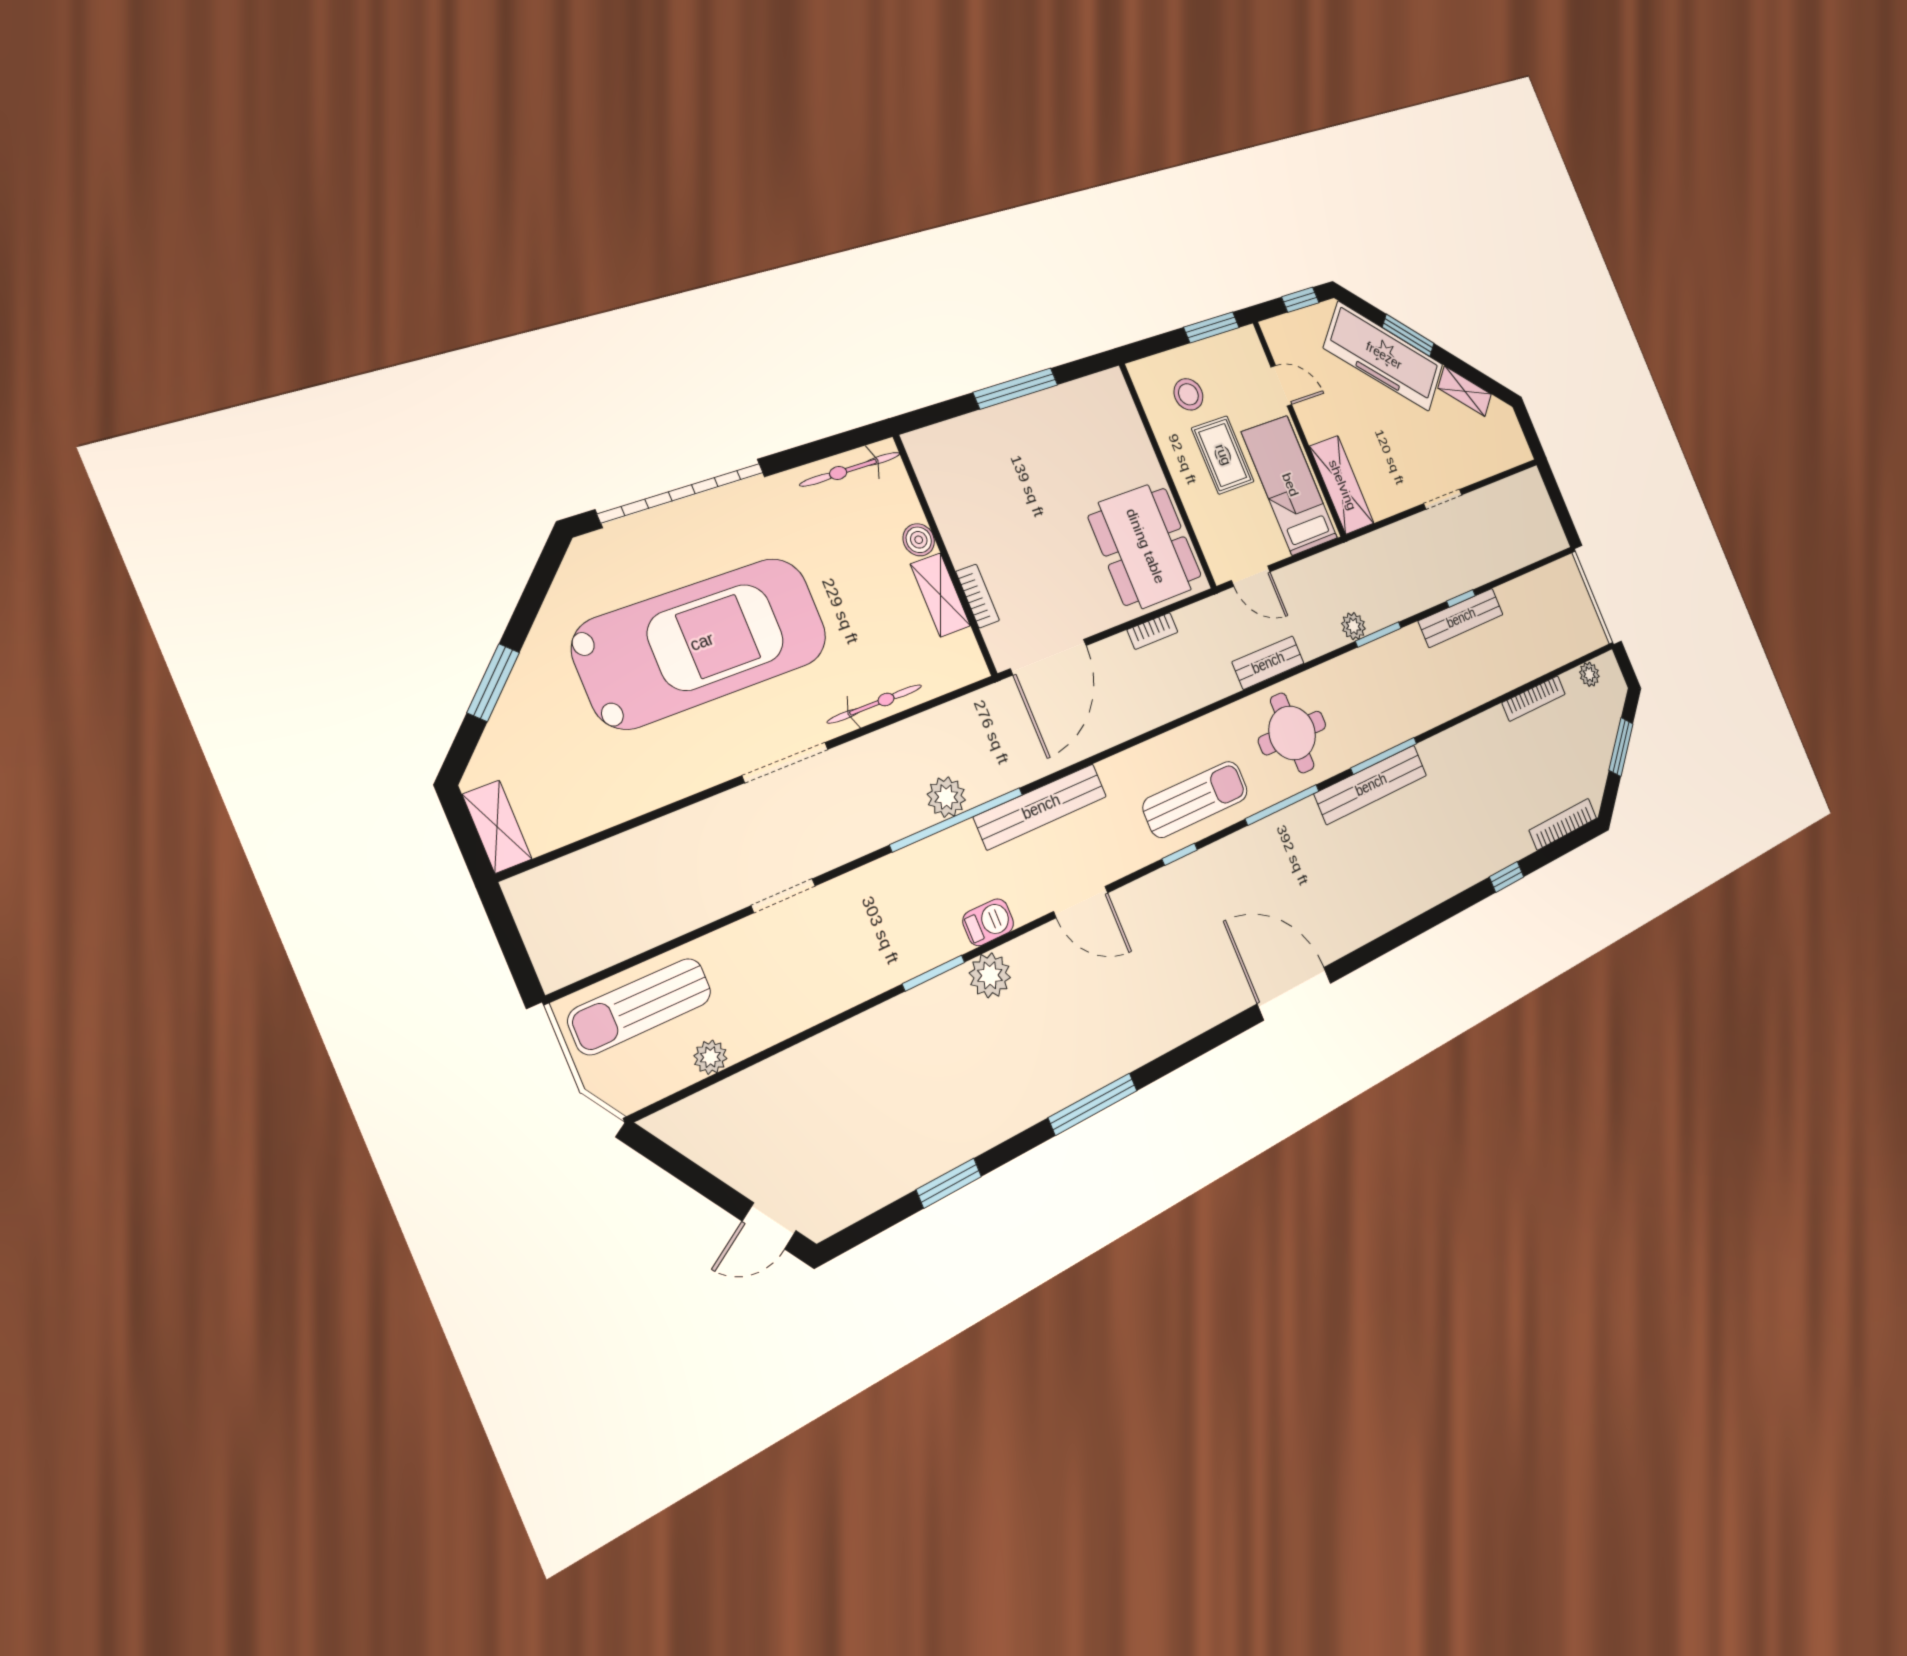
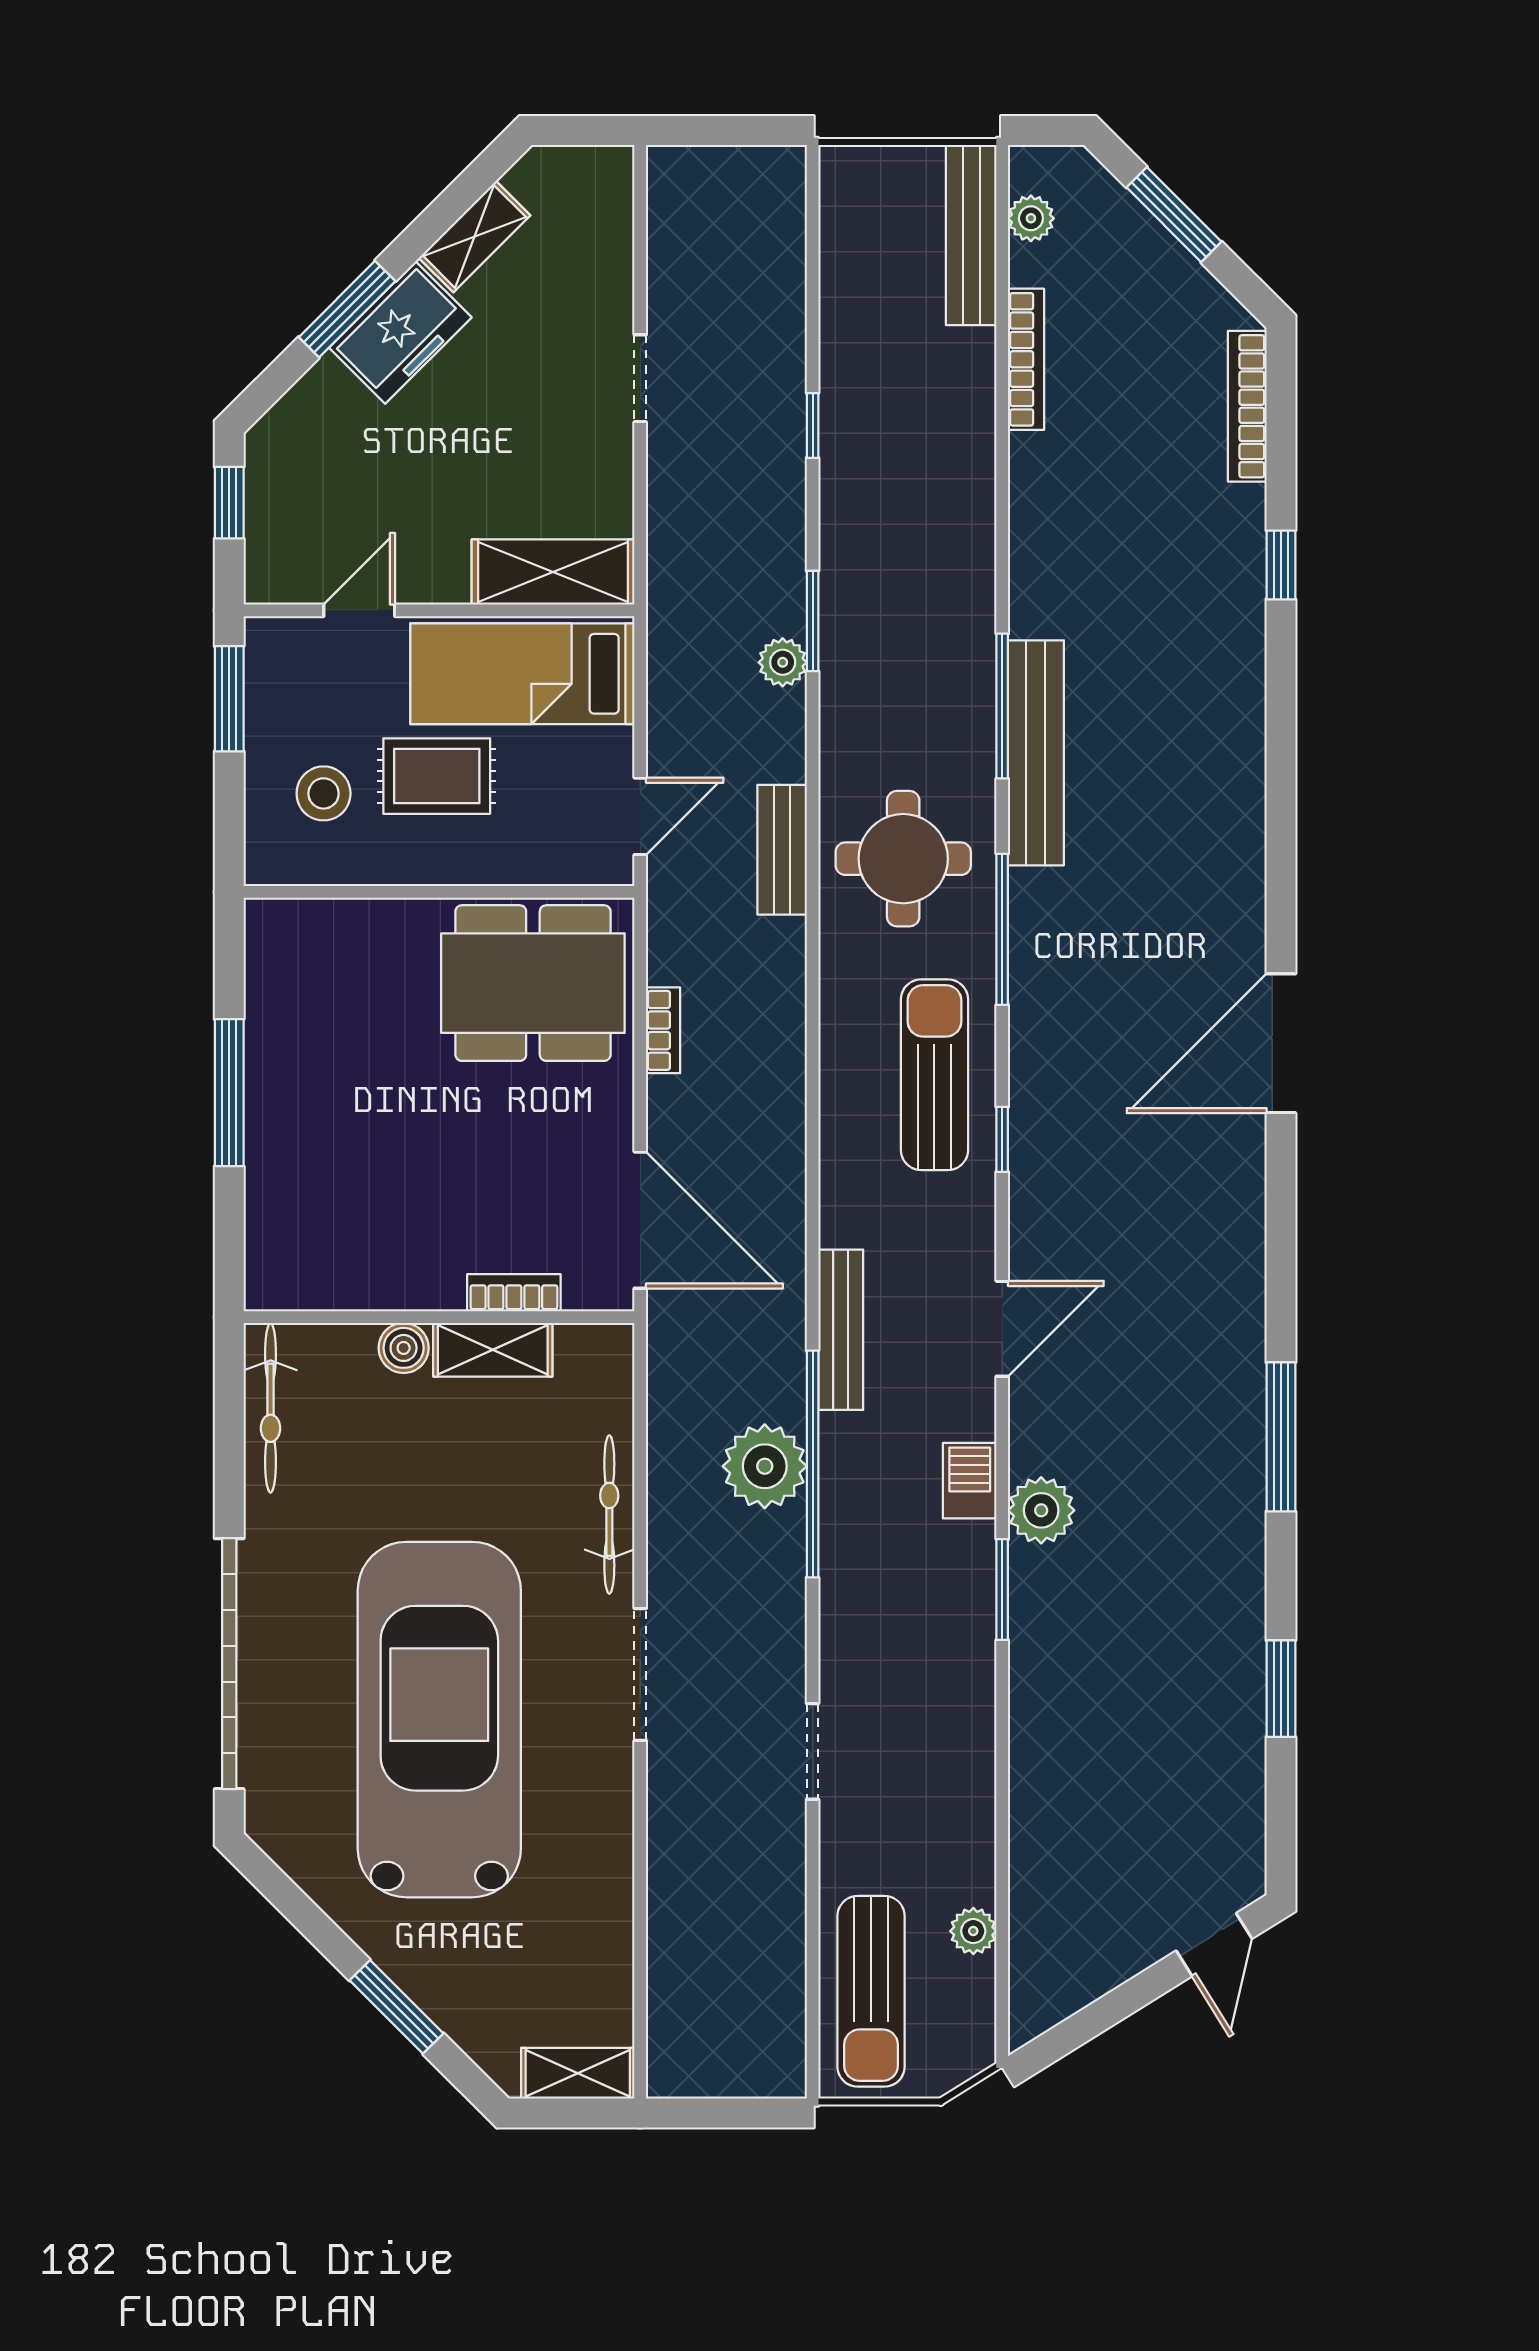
freezer: (1384, 356) -> (400, 332), width x0.52, depth x0.79
bench: (1461, 618) -> (971, 235), moved
plant: (946, 797) -> (765, 1466), width x1.36, depth x1.36
bench: (1041, 807) -> (841, 1330), width x0.73, depth x0.82

